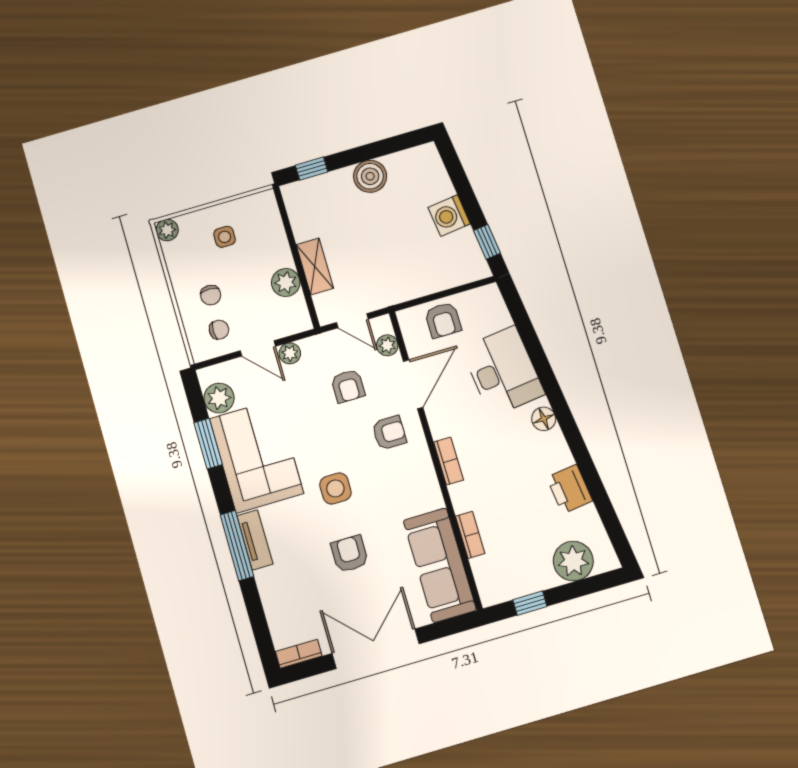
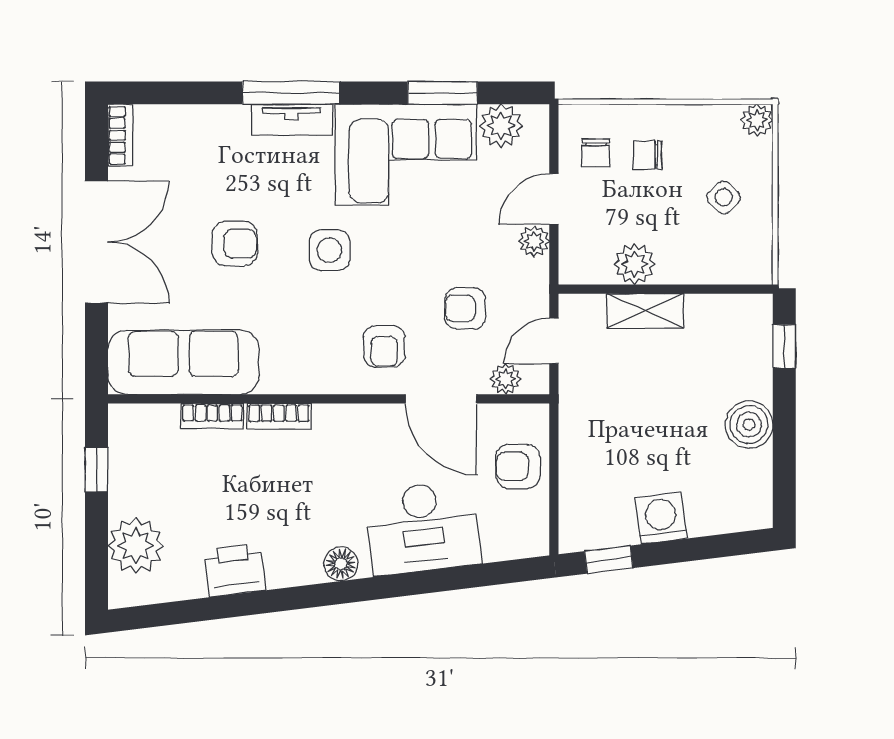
side table: (225, 237) -> (724, 197), turned 45
bookcase: (449, 461) -> (279, 416), moved

